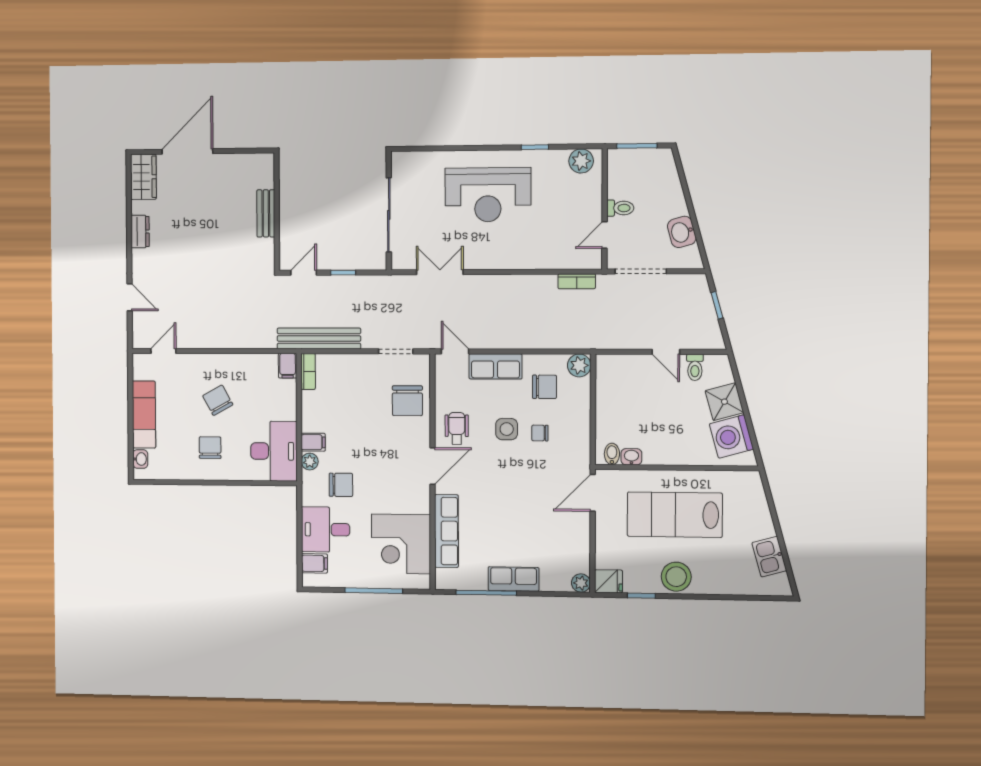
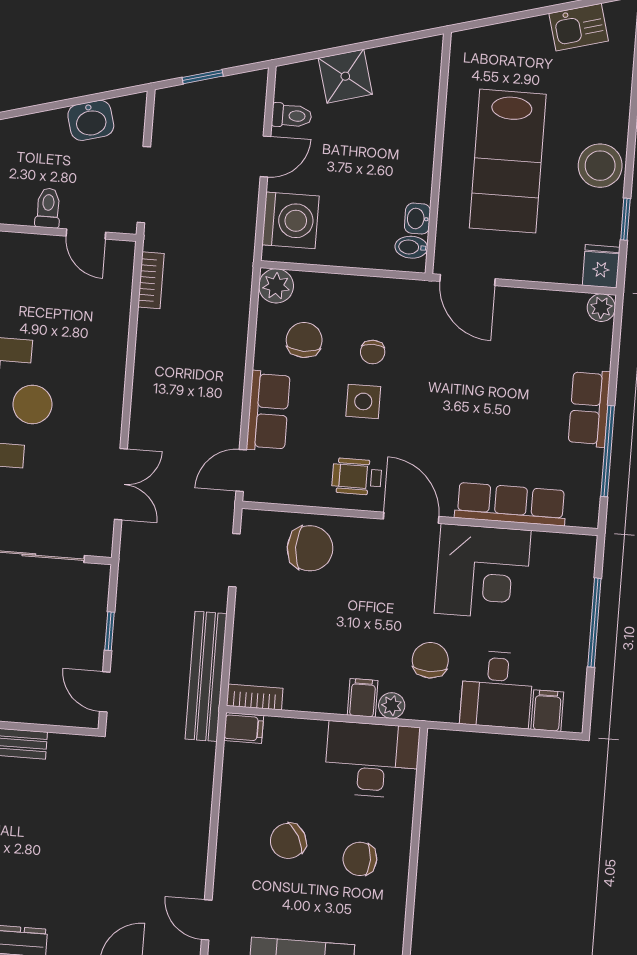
double door: (440, 272) -> (121, 484), swing flipped
washing machine: (731, 436) -> (291, 220), moved, turned -75
corner desk: (401, 544) -> (483, 572), moved

